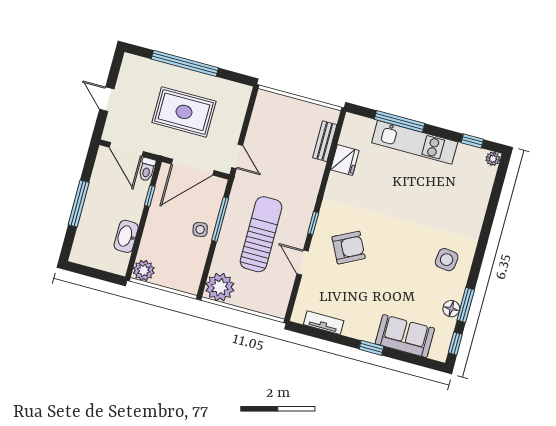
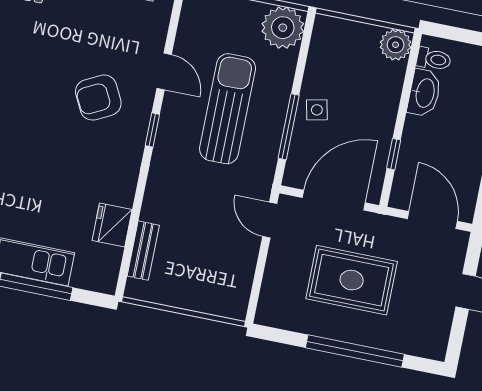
toilet: (147, 169) -> (434, 59), moved, turned 90
sun lounger: (261, 234) -> (228, 109), turned 180

